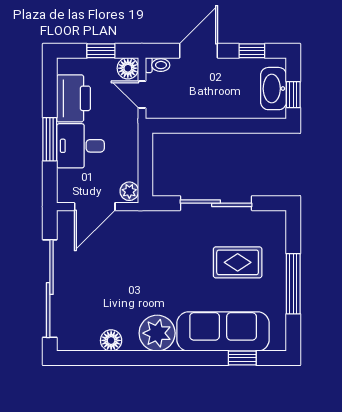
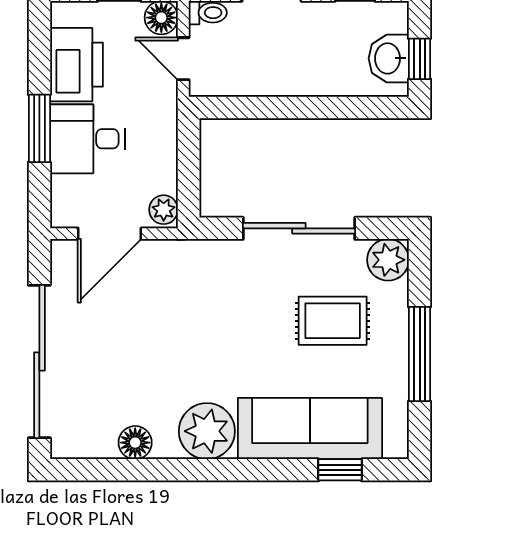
washbasin: (274, 89) -> (389, 58), width x0.72
plant: (273, 223) -> (388, 260), added

